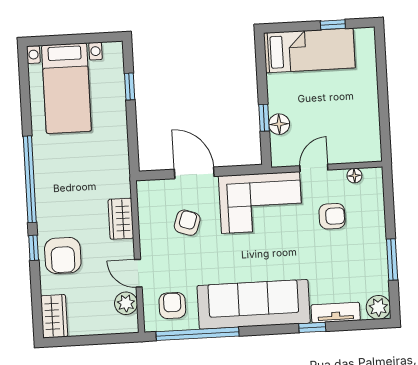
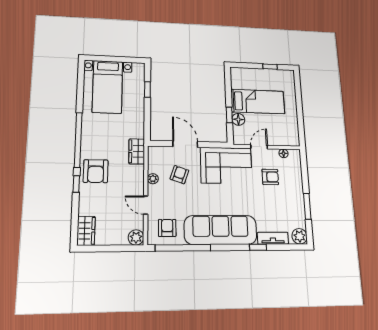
bed: (309, 50) -> (258, 102), moved
wardrobe: (121, 219) -> (137, 151), moved
plant: (147, 232) -> (153, 179), added
armchair: (63, 255) -> (96, 171), moved
plant: (126, 303) -> (136, 237), moved

